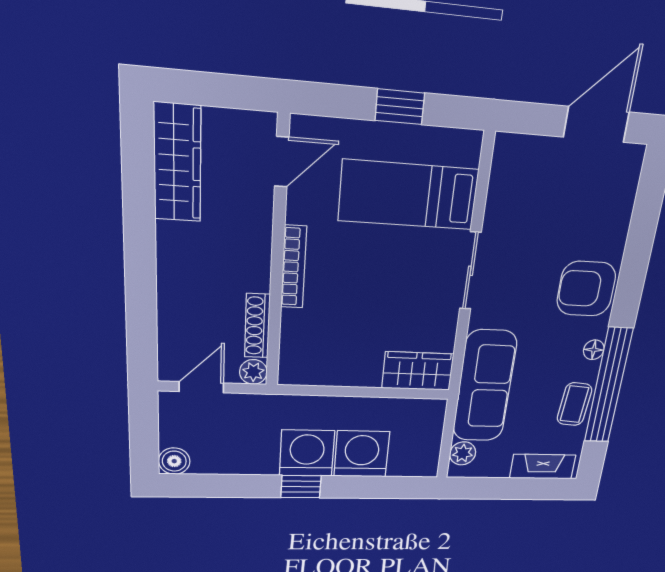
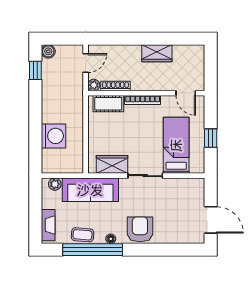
wardrobe: (177, 163) -> (157, 53), moved, width x0.67
cot: (298, 343) -> (108, 104), added
wardrobe: (418, 371) -> (112, 164), moved, turned -90
door: (201, 387) -> (86, 63), hinge flipped
washing machine: (307, 453) -> (53, 111), removed
window: (301, 487) -> (35, 70), moved

